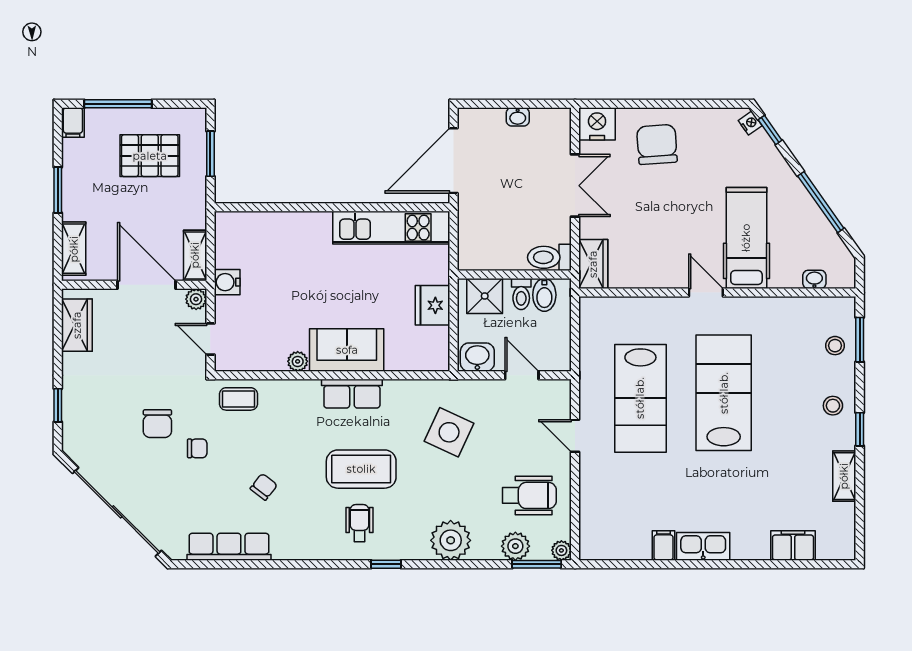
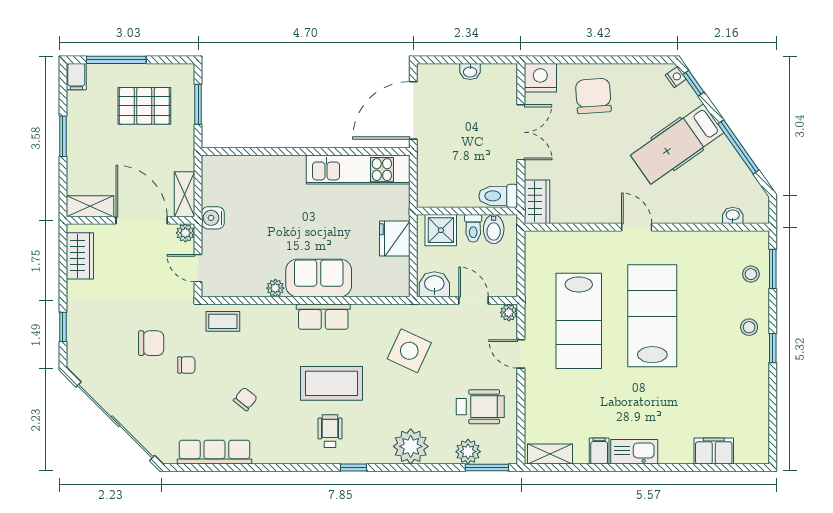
hospital bed: (746, 238) -> (677, 144), moved, turned -125
shelving: (74, 249) -> (90, 206), moved, turned 90
chair: (157, 424) -> (151, 343), turned -90
shelving: (844, 476) -> (550, 454), moved, turned 90
plant: (561, 550) -> (509, 312), moved

